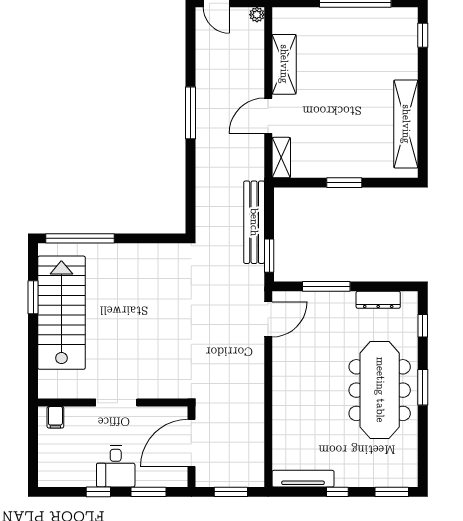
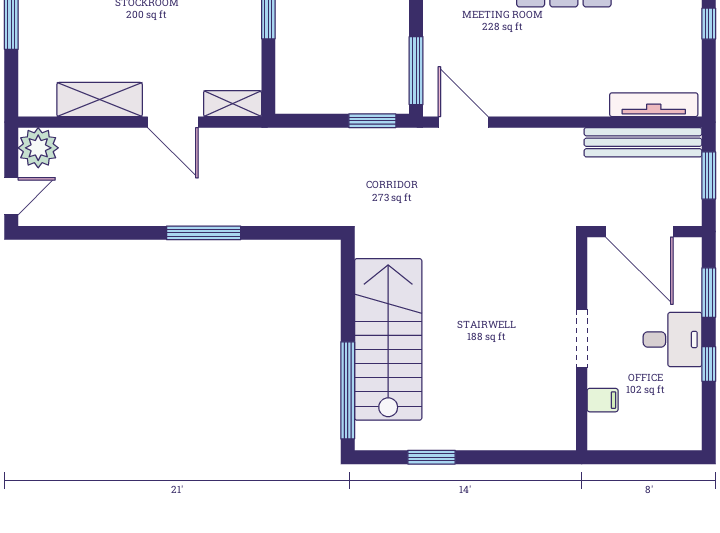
plant: (257, 15) -> (38, 148), width x1.88, depth x1.88
window: (190, 113) -> (204, 233), moved
bench: (254, 222) -> (643, 142), moved
window: (326, 286) -> (416, 71), moved
stairs: (61, 313) -> (388, 339), moved, turned 90
filing cabinet: (55, 417) -> (603, 400), moved
tv unit: (303, 479) -> (654, 105), moved, turned 90

